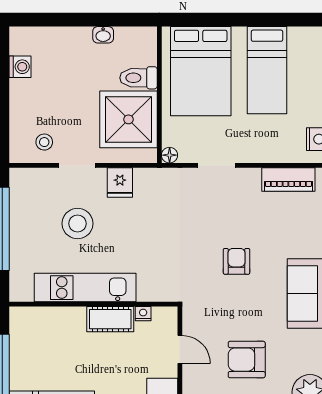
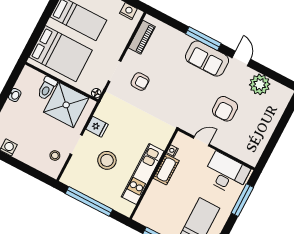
armchair: (236, 261) -> (140, 82), moved, turned 180

